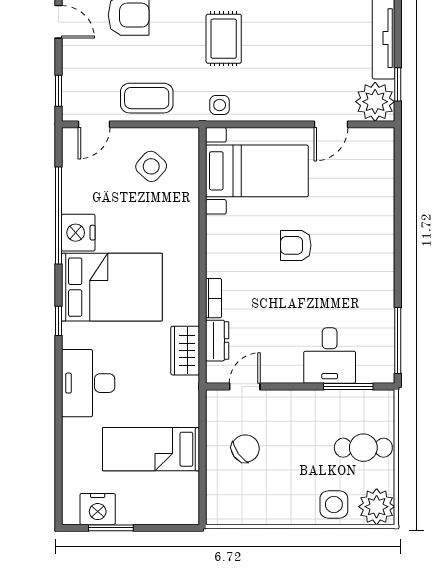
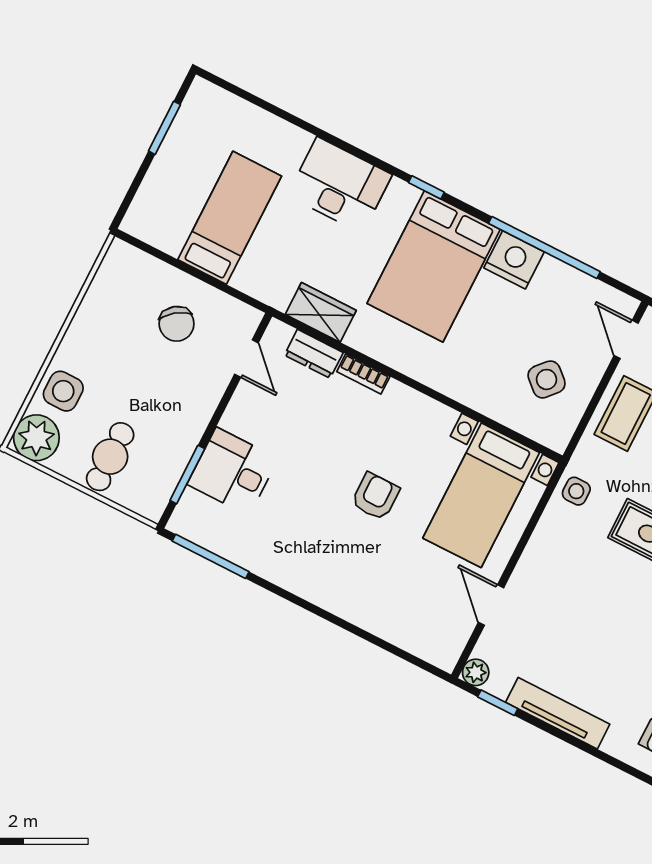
plant: (375, 102) -> (476, 672), width x0.53, depth x0.53
nightstand: (98, 509) -> (193, 124), removed

